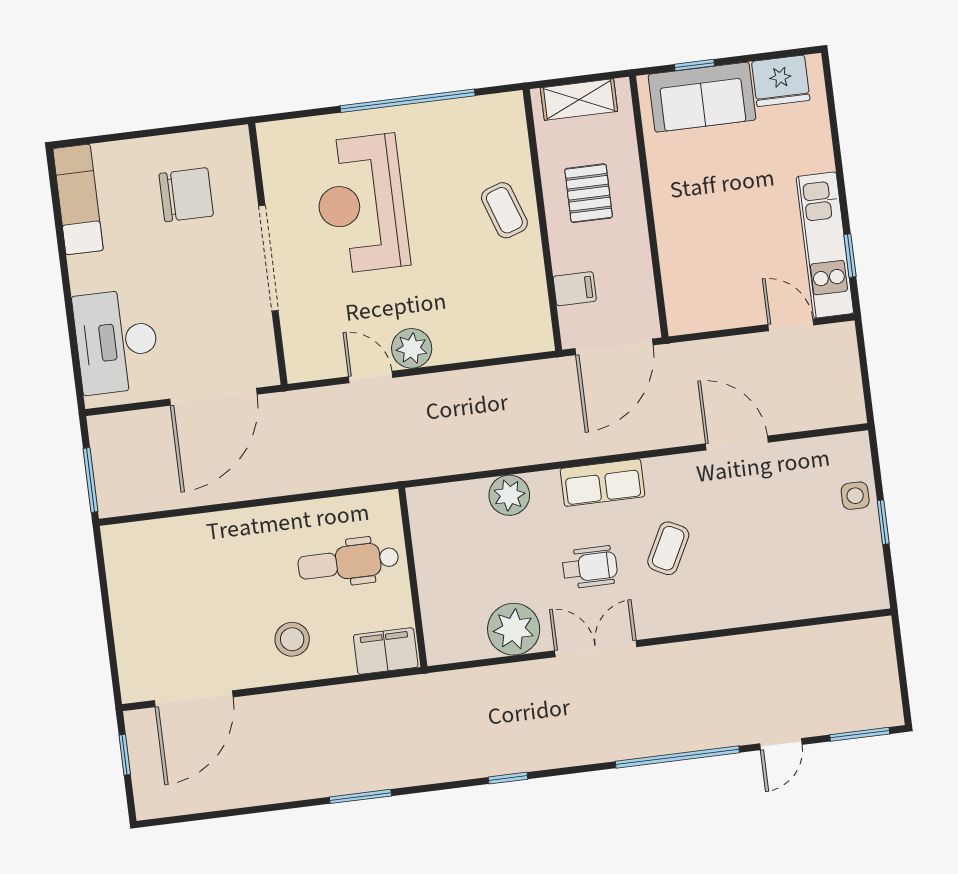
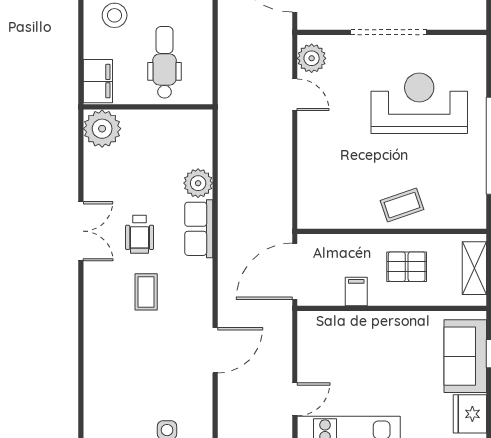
filing cabinet: (575, 289) -> (356, 292), moved, turned 180
door: (614, 347) -> (295, 271), hinge flipped
plant: (412, 348) -> (312, 58), moved
door: (371, 377) -> (295, 95), hinge flipped
row of seats: (603, 483) -> (199, 229), moved
coffee table: (668, 548) -> (146, 292), turned 63
plant: (514, 629) -> (102, 129), moved

